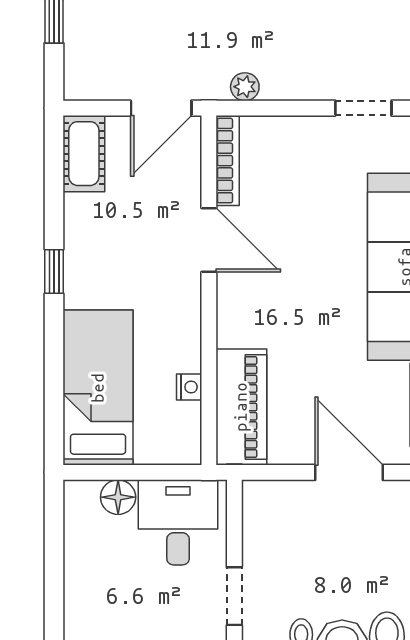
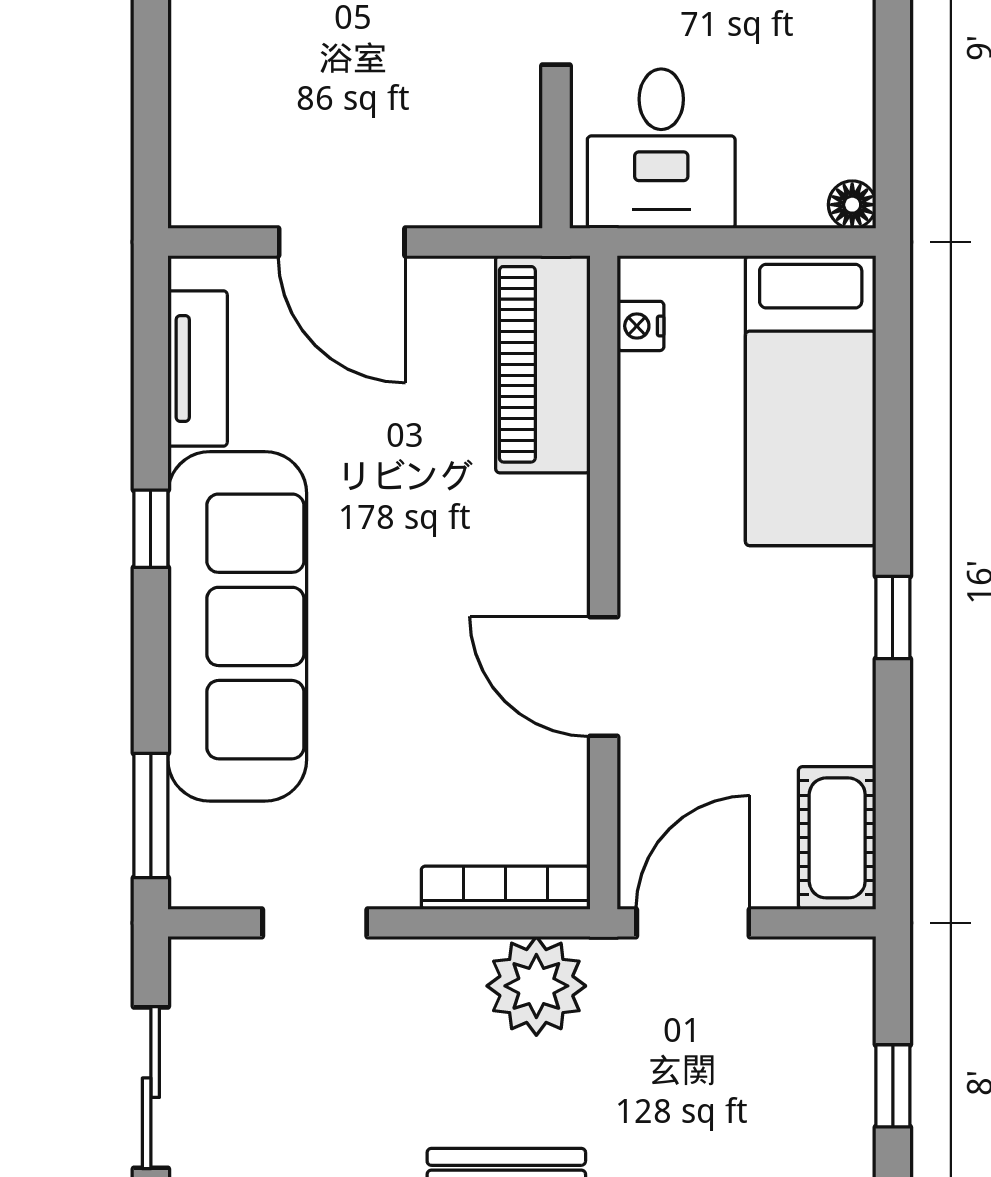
plant: (245, 87) -> (536, 986), width x1.88, depth x1.88
bookcase: (228, 161) -> (506, 888), moved, turned 90
nightstand: (189, 387) -> (641, 326), moved
floor lamp: (118, 497) -> (852, 205), moved, width x0.73, depth x0.73

